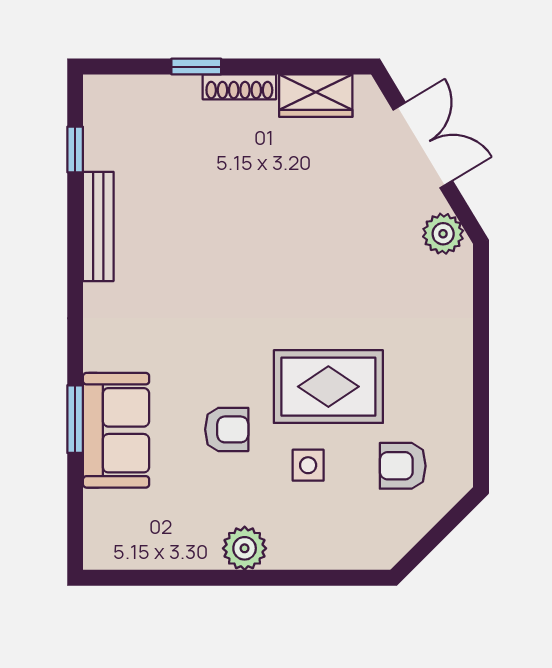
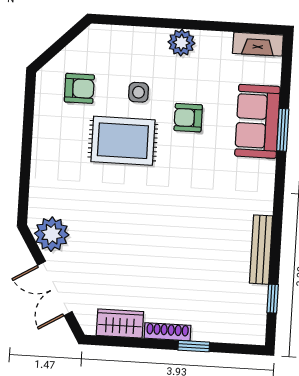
plant: (443, 234) -> (52, 234), width x1.36, depth x1.36
fireplace: (123, 553) -> (258, 44), added

